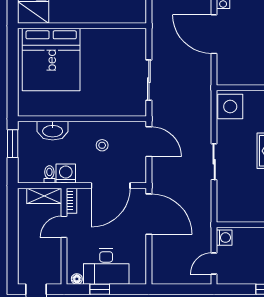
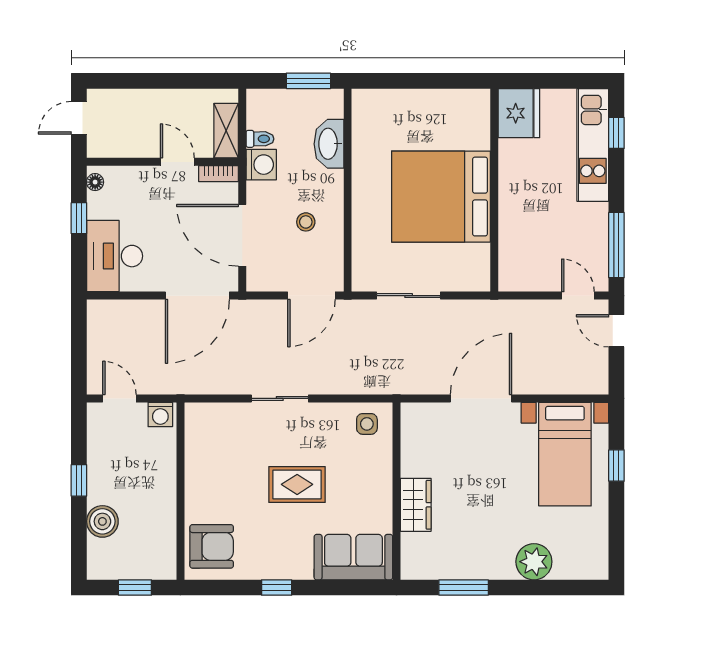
bed: (51, 60) -> (441, 197), moved
side table: (230, 107) -> (367, 424), width x0.54, depth x0.54
desk: (106, 267) -> (115, 256), moved

